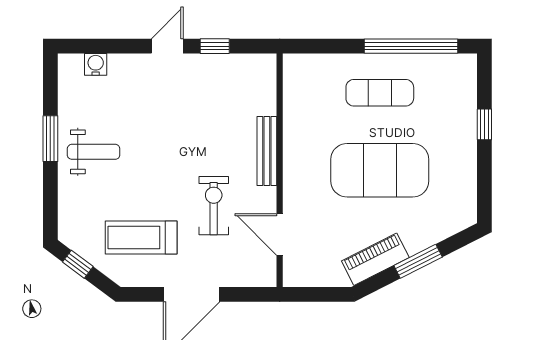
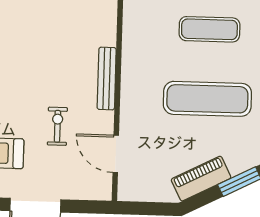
exercise mat: (380, 170) -> (207, 99), width x0.68
exercise bike: (214, 206) -> (57, 126), width x0.73, depth x0.72

